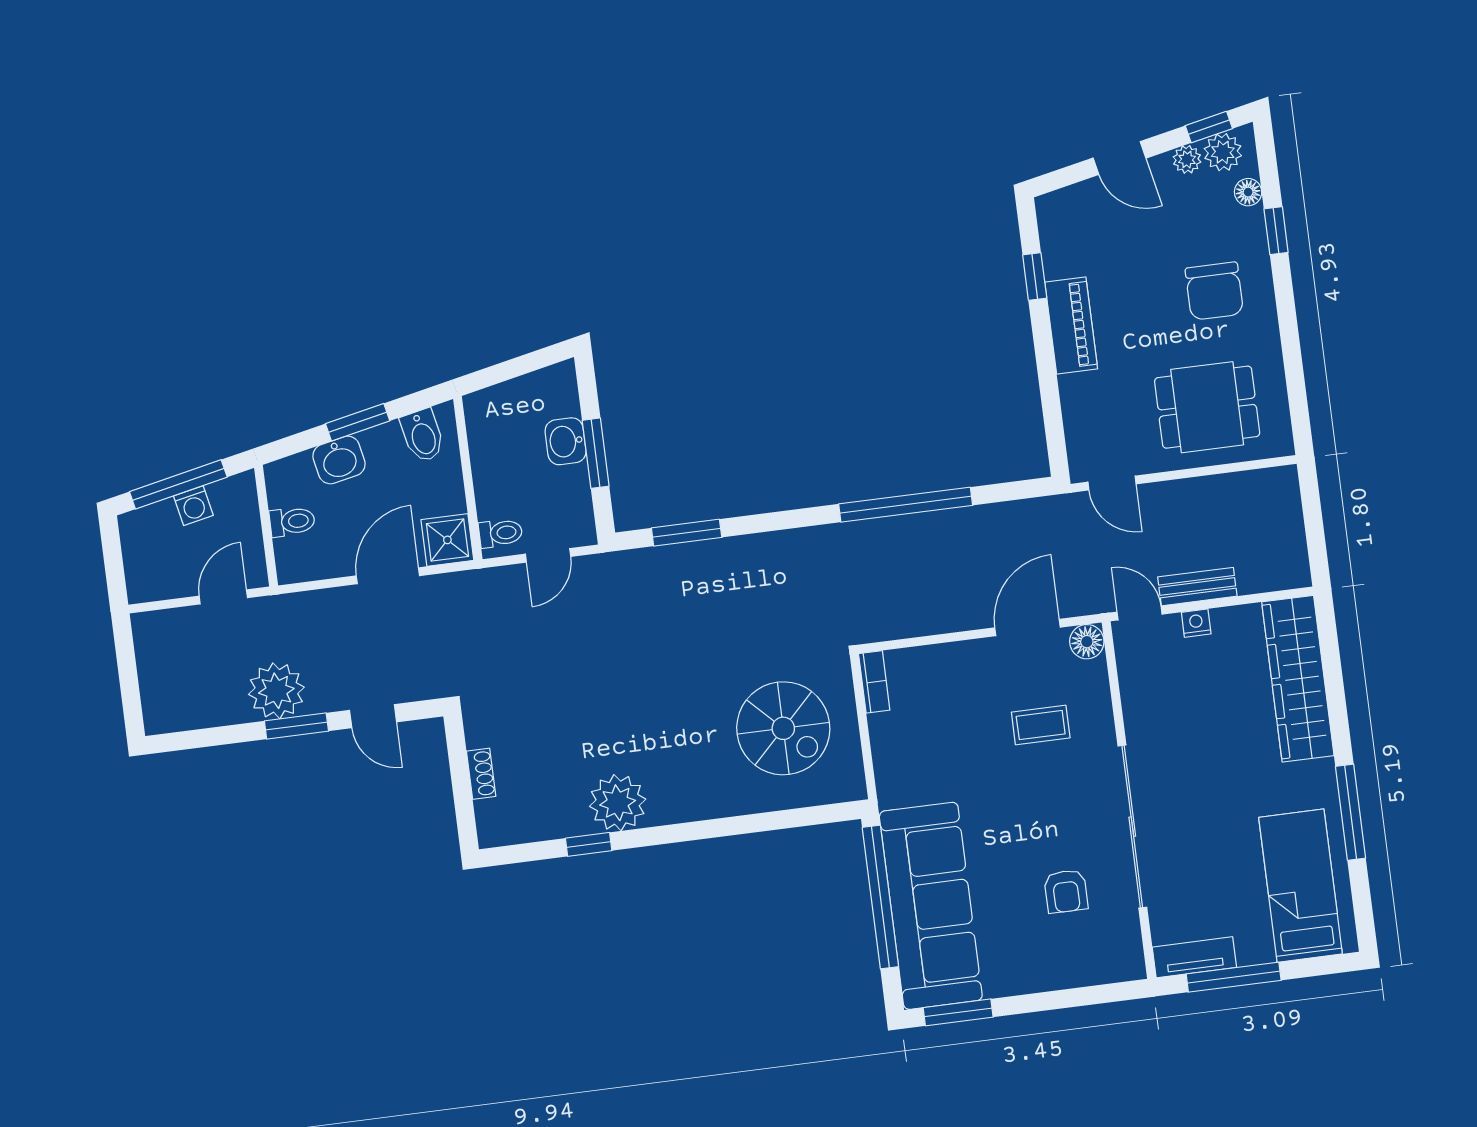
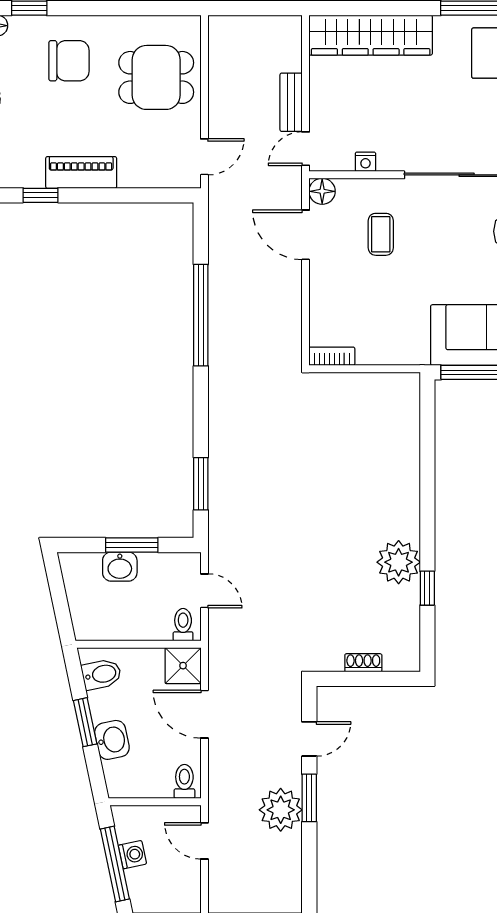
dining table: (1207, 407) -> (156, 77), turned 90
toilet: (292, 522) -> (184, 781), moved
nightstand: (1196, 623) -> (365, 162), moved, turned -90
spiral stairs: (783, 728) -> (358, 430), removed

